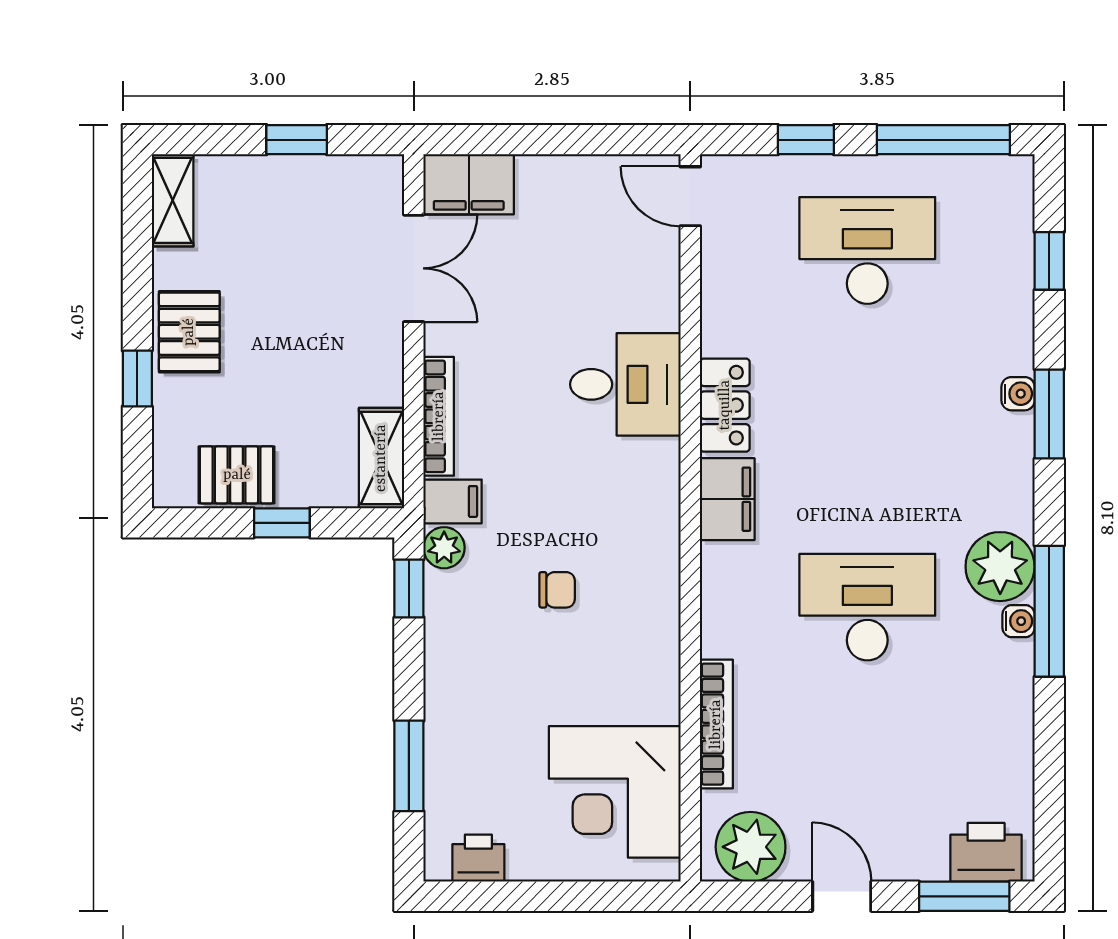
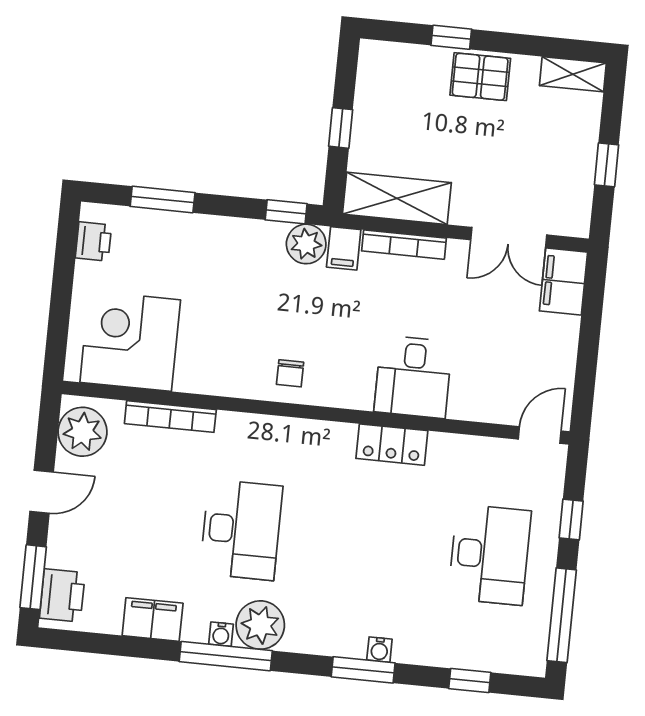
shelving: (381, 458) -> (397, 198), width x1.50, depth x1.33
pallet: (237, 475) -> (377, 100), removed
filing cabinet: (727, 499) -> (153, 619), moved, turned 180
plant: (444, 548) -> (306, 244), width x1.38, depth x1.38
chair: (557, 590) -> (290, 373), moved

